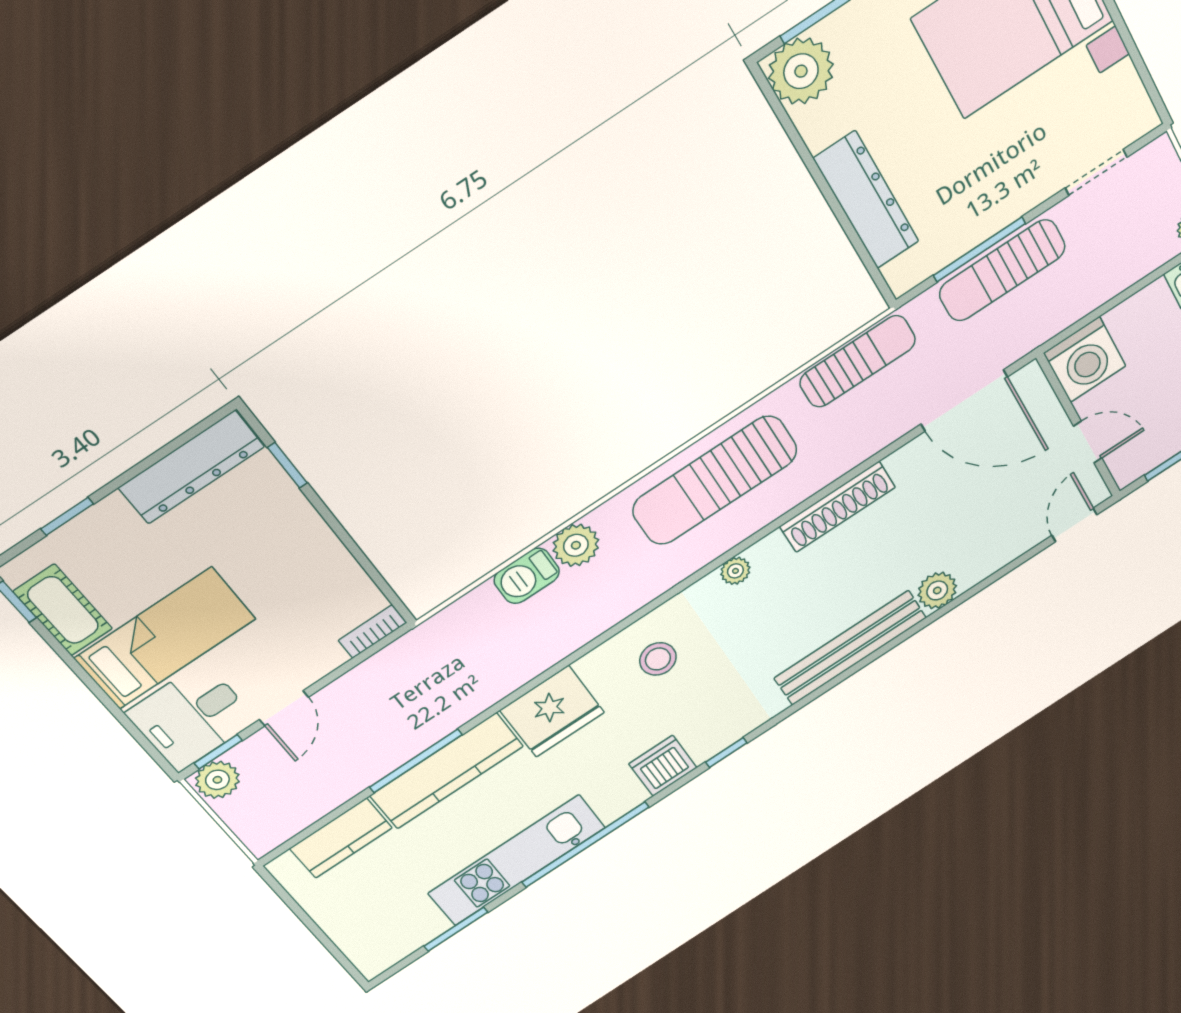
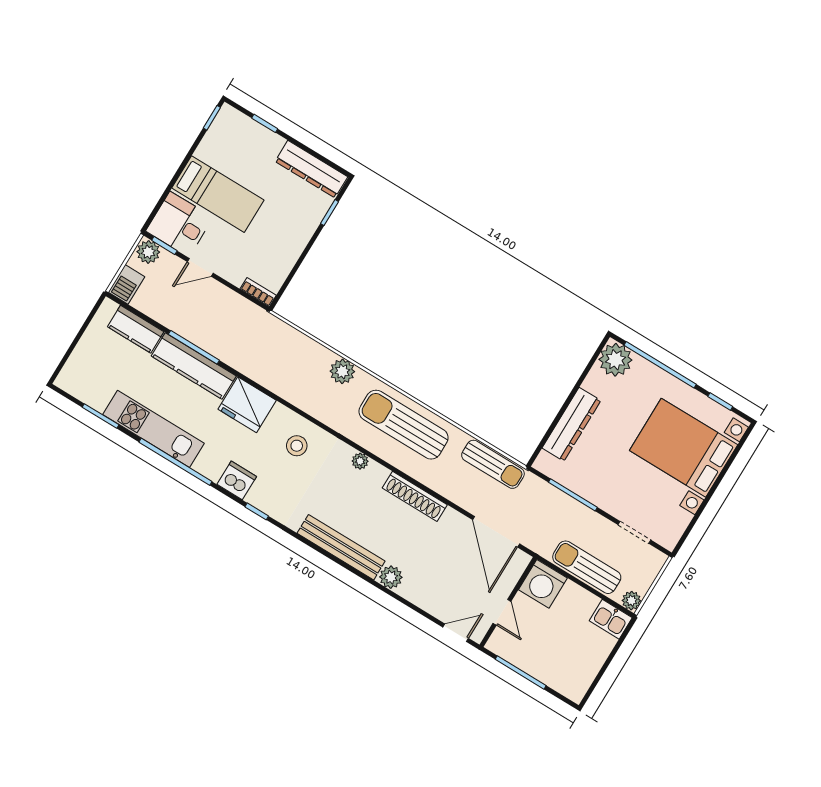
sun lounger: (1002, 270) -> (587, 567), moved
barbecue: (527, 576) -> (126, 284), moved, turned -90
cot: (63, 610) -> (215, 141), removed

